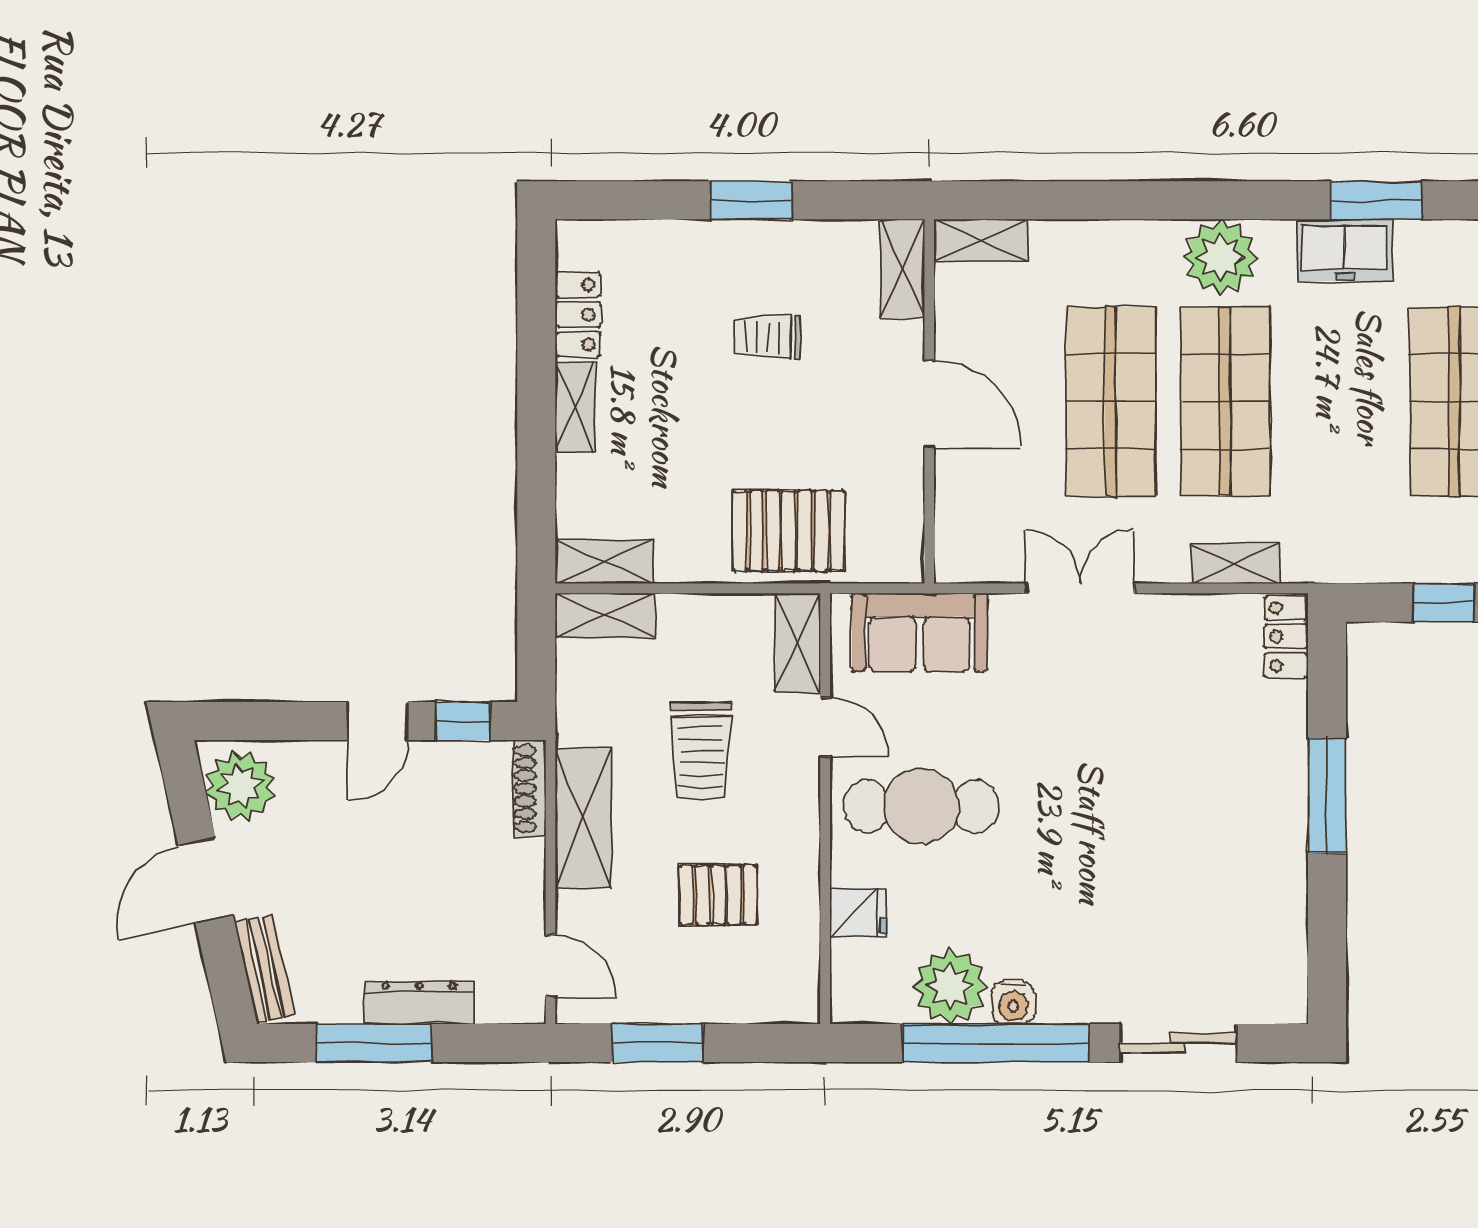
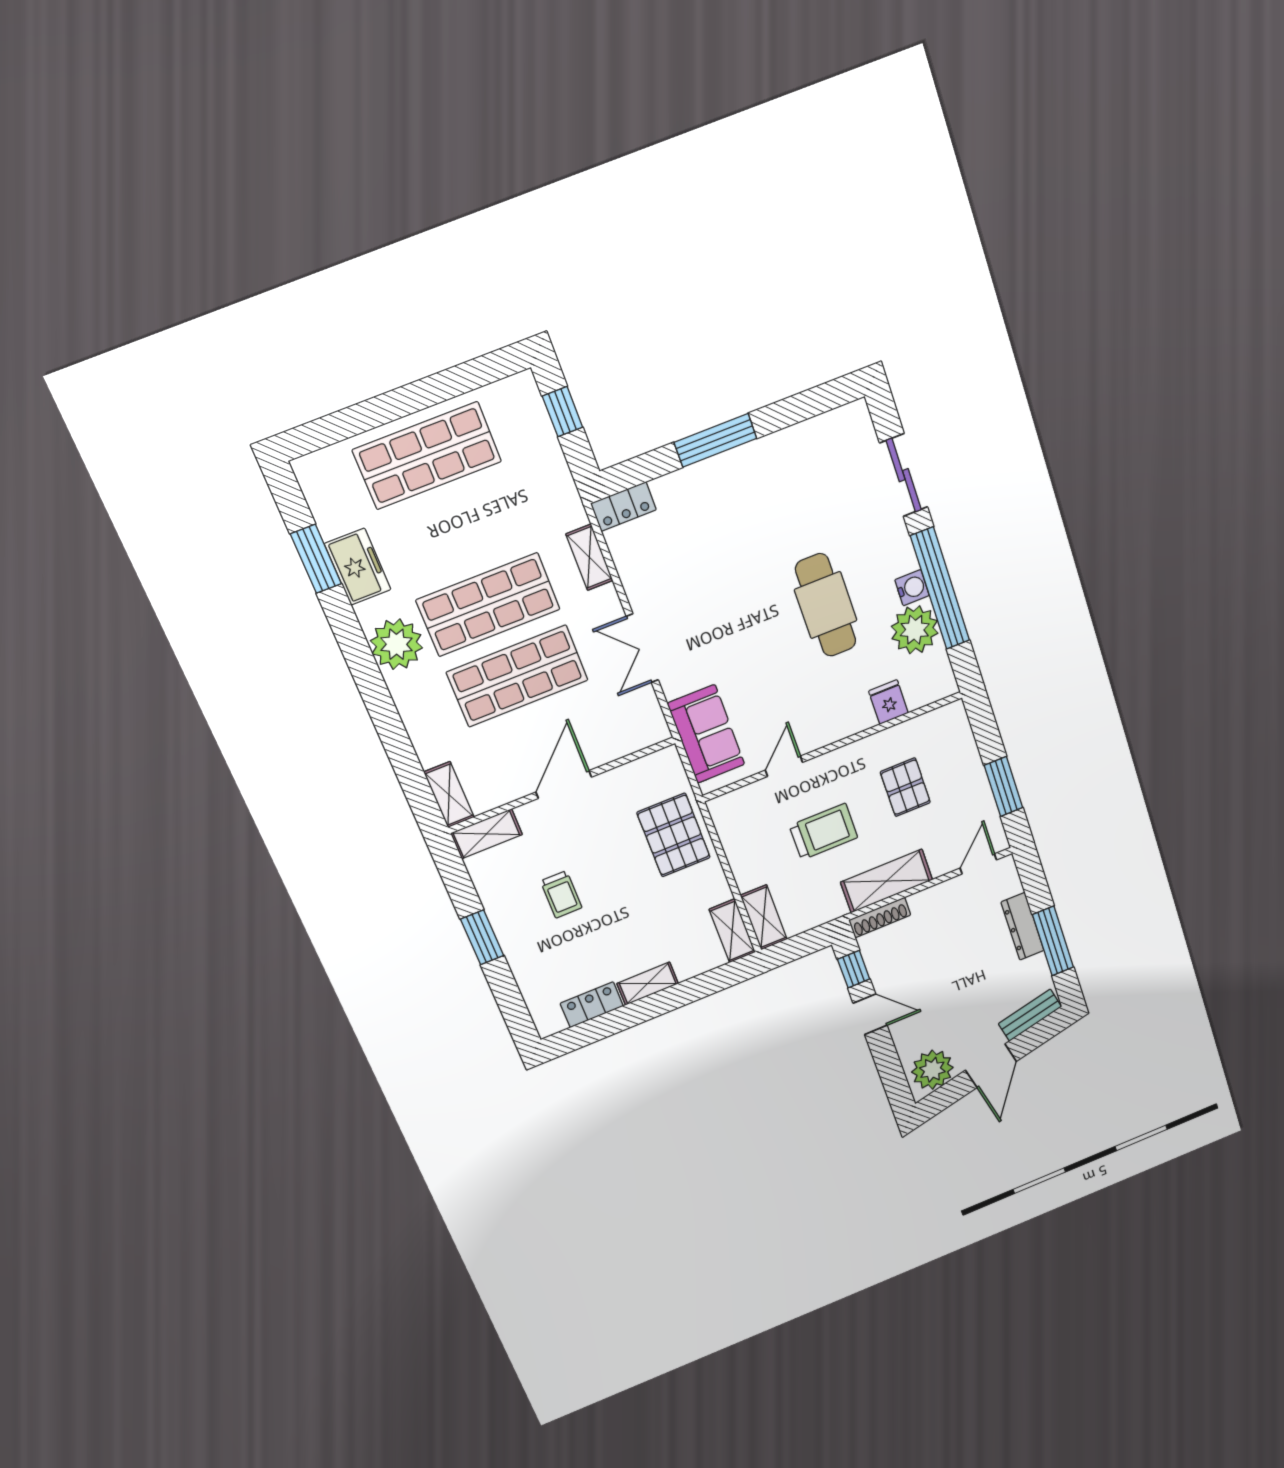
shelving: (798, 643) -> (739, 802), removed
cafe table: (921, 806) -> (826, 605), moved
door: (206, 880) -> (991, 1066), hinge flipped

